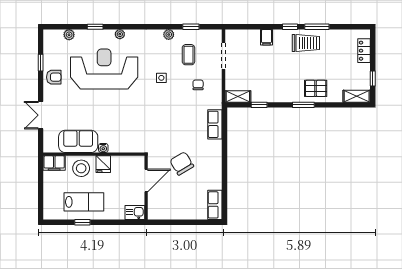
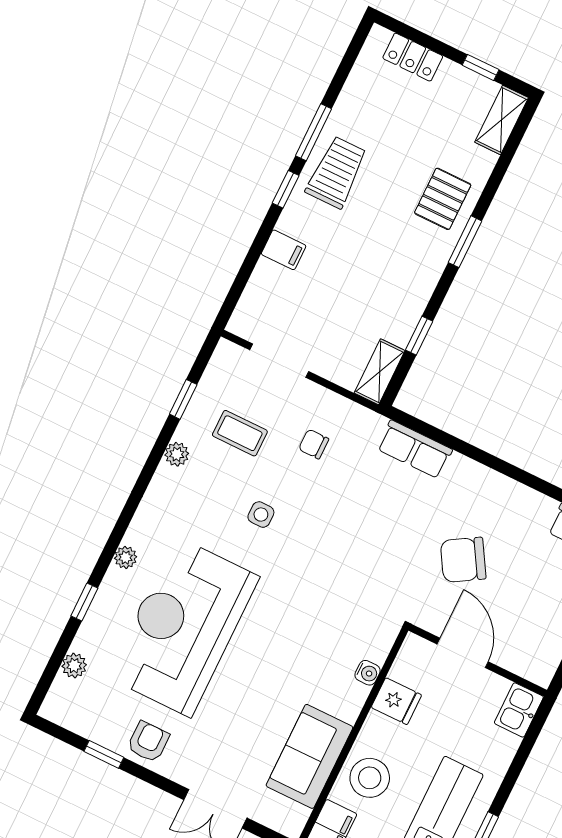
water cooler: (103, 148) -> (368, 673), moved
fridge: (103, 164) -> (396, 701), moved

